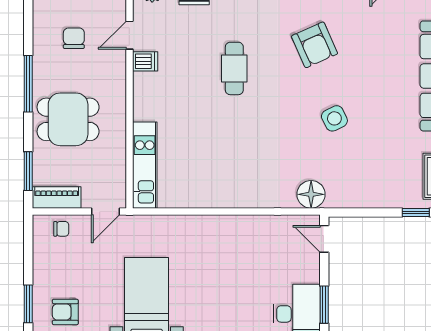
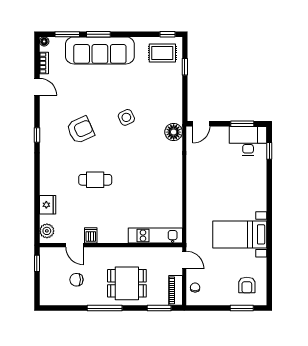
dining table: (68, 119) -> (127, 283), turned 90

